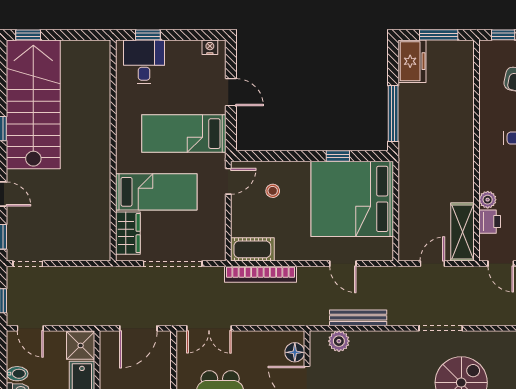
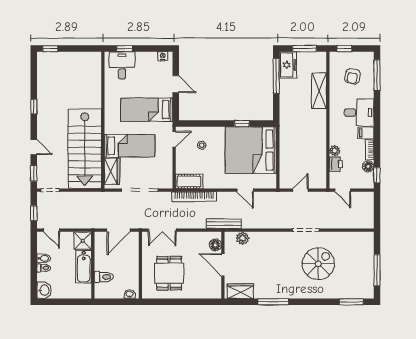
stairs: (33, 104) -> (85, 149), moved, turned 180
window: (393, 114) -> (276, 76), moved
shelving: (462, 232) -> (319, 91), moved
bench: (358, 318) -> (224, 224), moved

